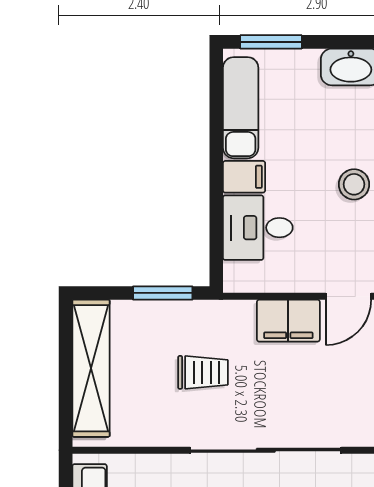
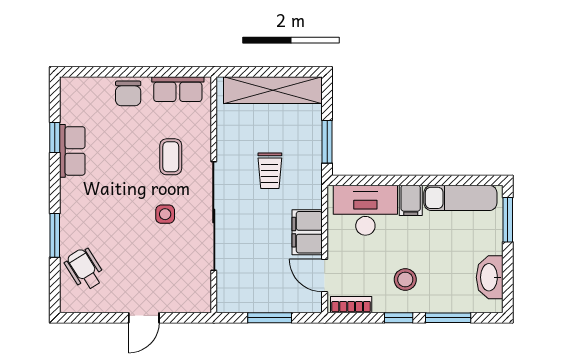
desk: (258, 228) -> (365, 210), width x1.37

